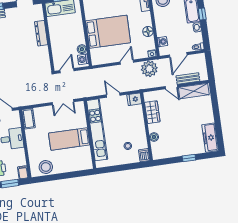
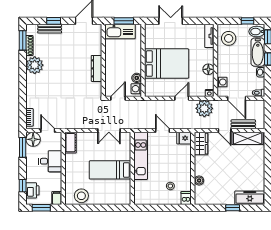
dresser: (41, 33) -> (96, 68), moved
door: (178, 55) -> (237, 98), hinge flipped
wardrobe: (152, 112) -> (201, 144), moved
kitchen unit: (97, 130) -> (141, 156), width x0.73
freezer: (210, 138) -> (250, 198), moved, turned 90

